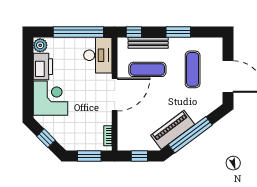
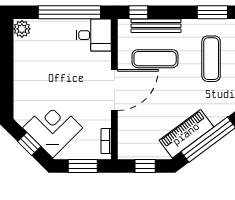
window: (178, 32) -> (212, 12), moved
desk: (98, 55) -> (94, 35), width x0.73
printer: (43, 67) -> (25, 55), removed
corner desk: (51, 98) -> (53, 128), moved, turned -45

